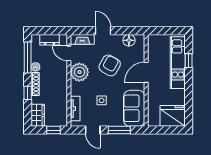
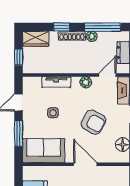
plant: (79, 72) -> (86, 82), width x0.53, depth x0.53
tv unit: (75, 109) -> (56, 82), moved

